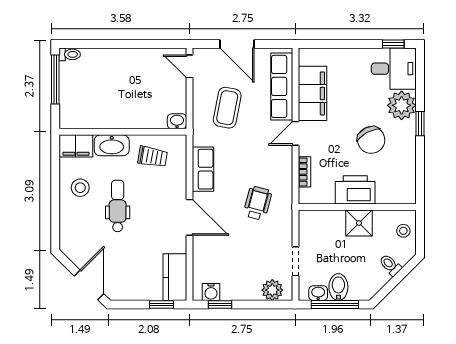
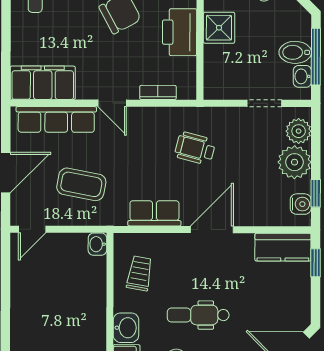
filing cabinet: (313, 93) -> (43, 83), moved
washbasin: (112, 145) -> (126, 328), width x0.72
plant: (246, 287) -> (294, 162), added

